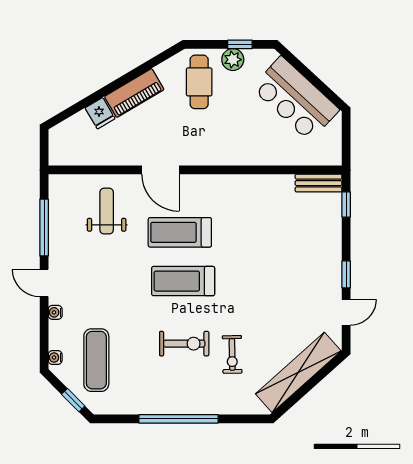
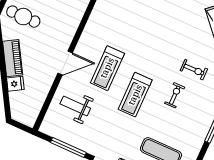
treadmill: (183, 281) -> (135, 95), moved
exercise bike: (184, 344) -> (175, 95), width x0.73, depth x0.72

